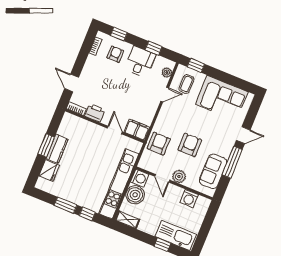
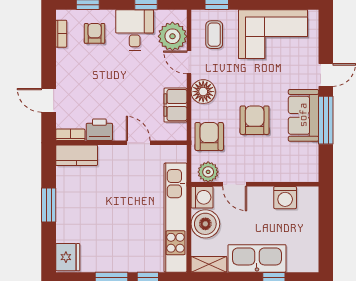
plant: (167, 72) -> (172, 36), width x1.87, depth x1.87
door: (165, 94) -> (189, 62), swing flipped
floor lamp: (166, 115) -> (203, 92), added
filing cabinet: (137, 130) -> (175, 105), moved, turned -90
kitchen counter: (57, 149) -> (77, 155), moved, turned 90
fridge: (49, 171) -> (68, 257), moved
sofa: (213, 171) -> (303, 115), moved
plant: (179, 177) -> (208, 172), moved
kitchen sink: (176, 235) -> (257, 258), moved

